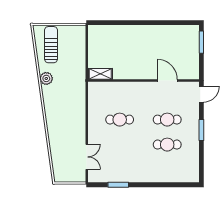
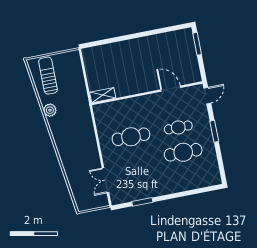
cafe table: (120, 120) -> (131, 137), width x1.37, depth x1.35
cafe table: (167, 145) -> (183, 152), width x1.37, depth x1.35
double door: (87, 157) -> (105, 180), swing flipped

